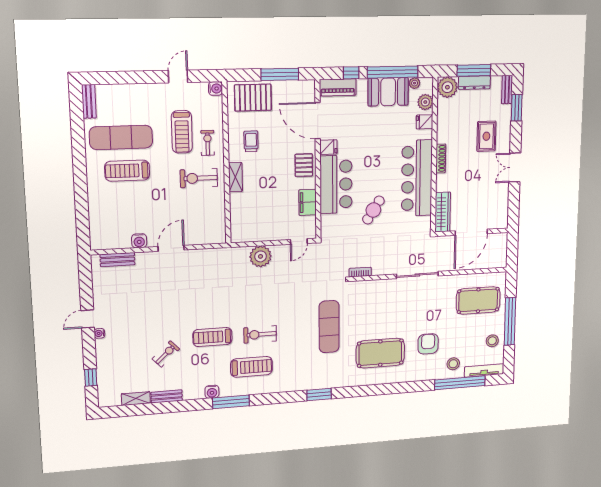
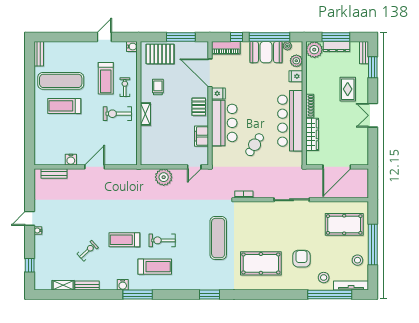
wardrobe: (443, 212) -> (312, 134), moved

